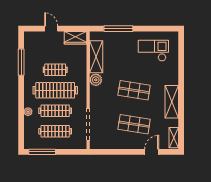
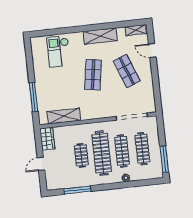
checkout: (153, 51) -> (59, 51), moved
plant: (96, 80) -> (87, 114), removed
shop shelf: (134, 124) -> (127, 71), turned -30

